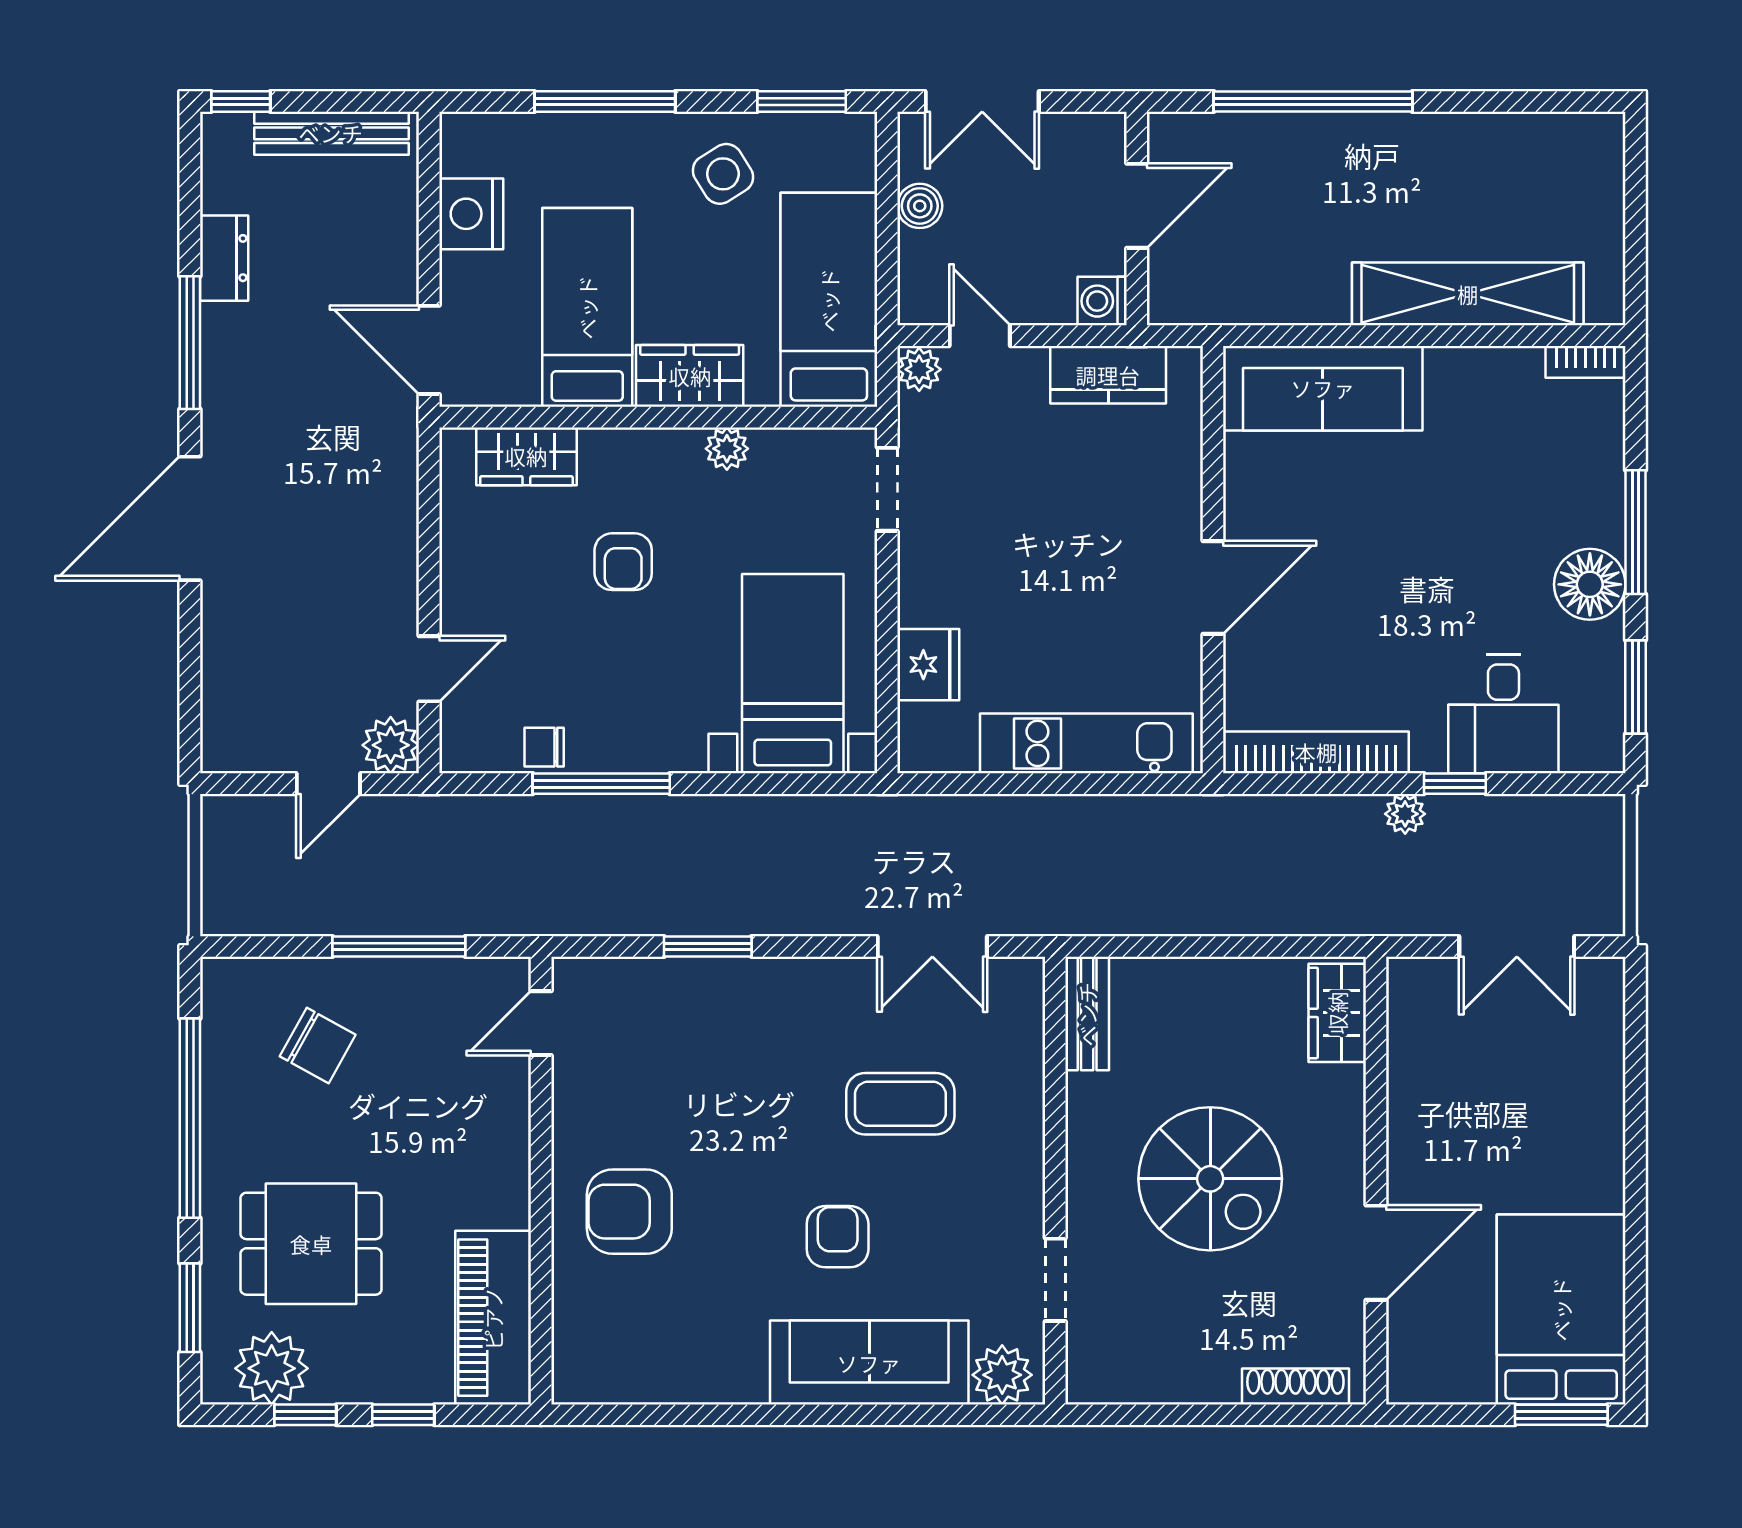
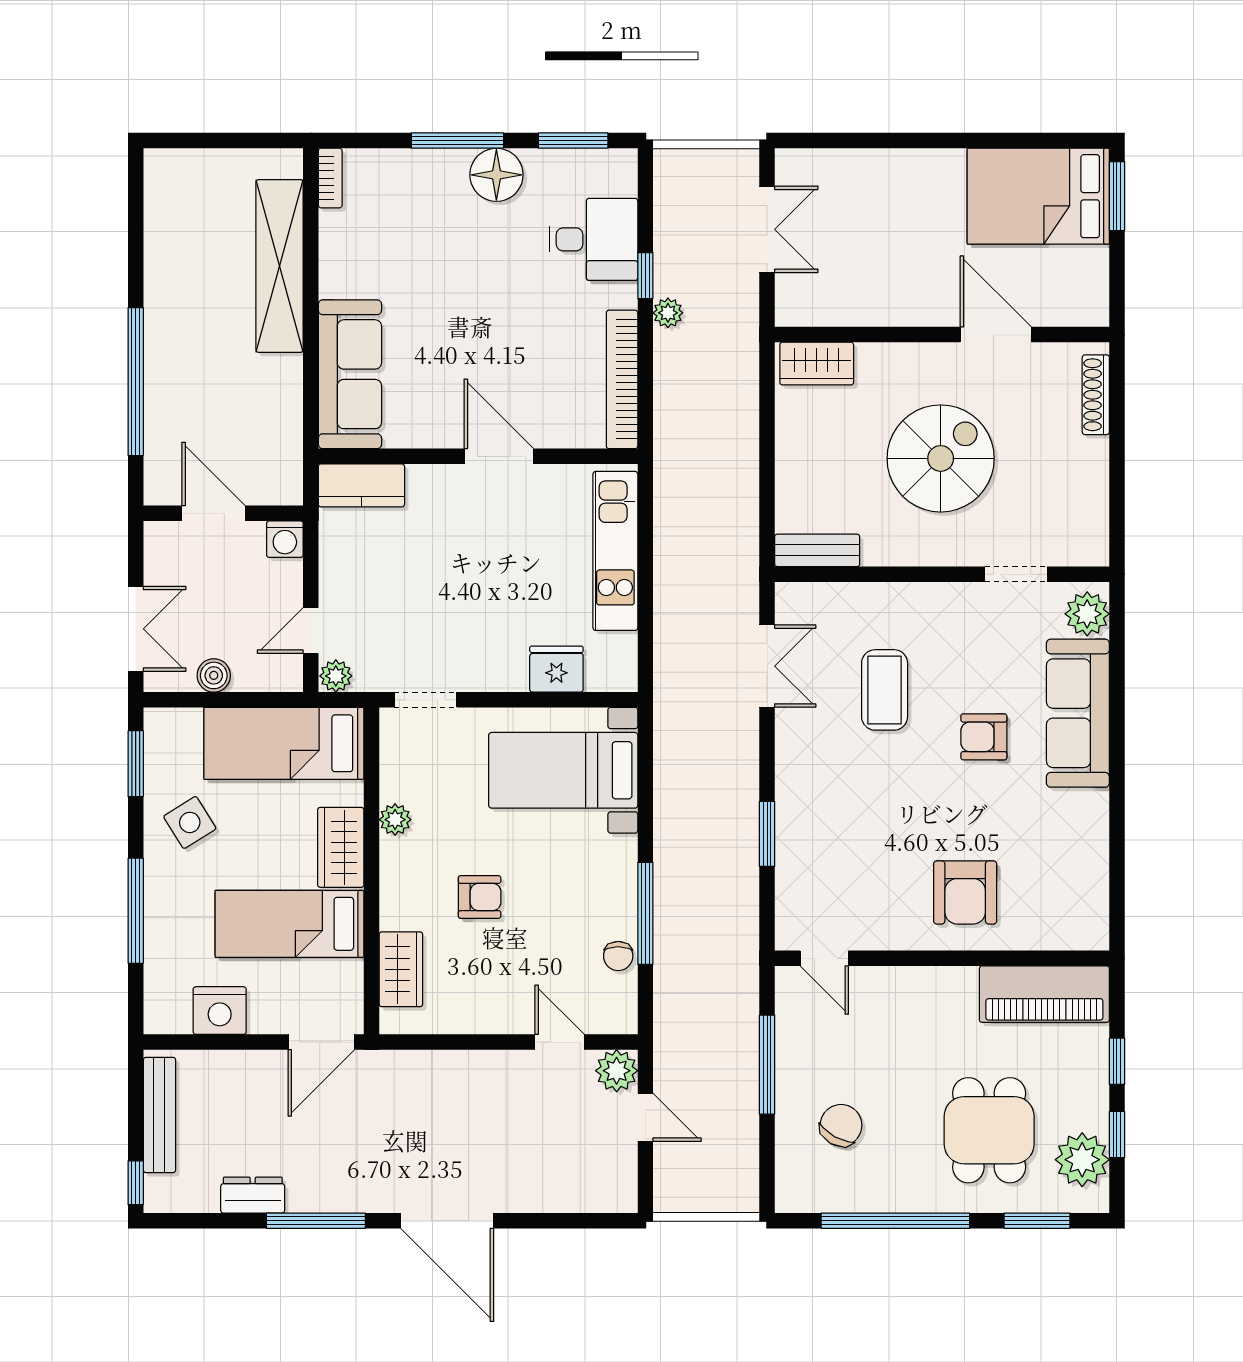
kitchen counter: (1108, 375) -> (361, 485), moved, turned 90

